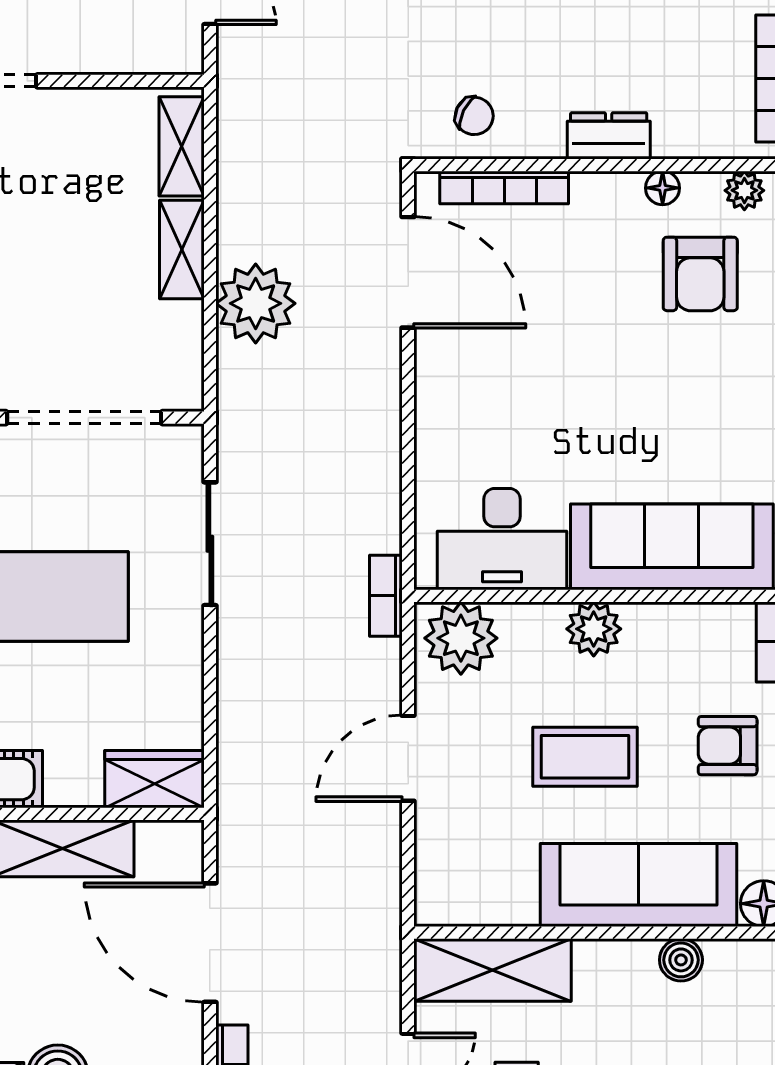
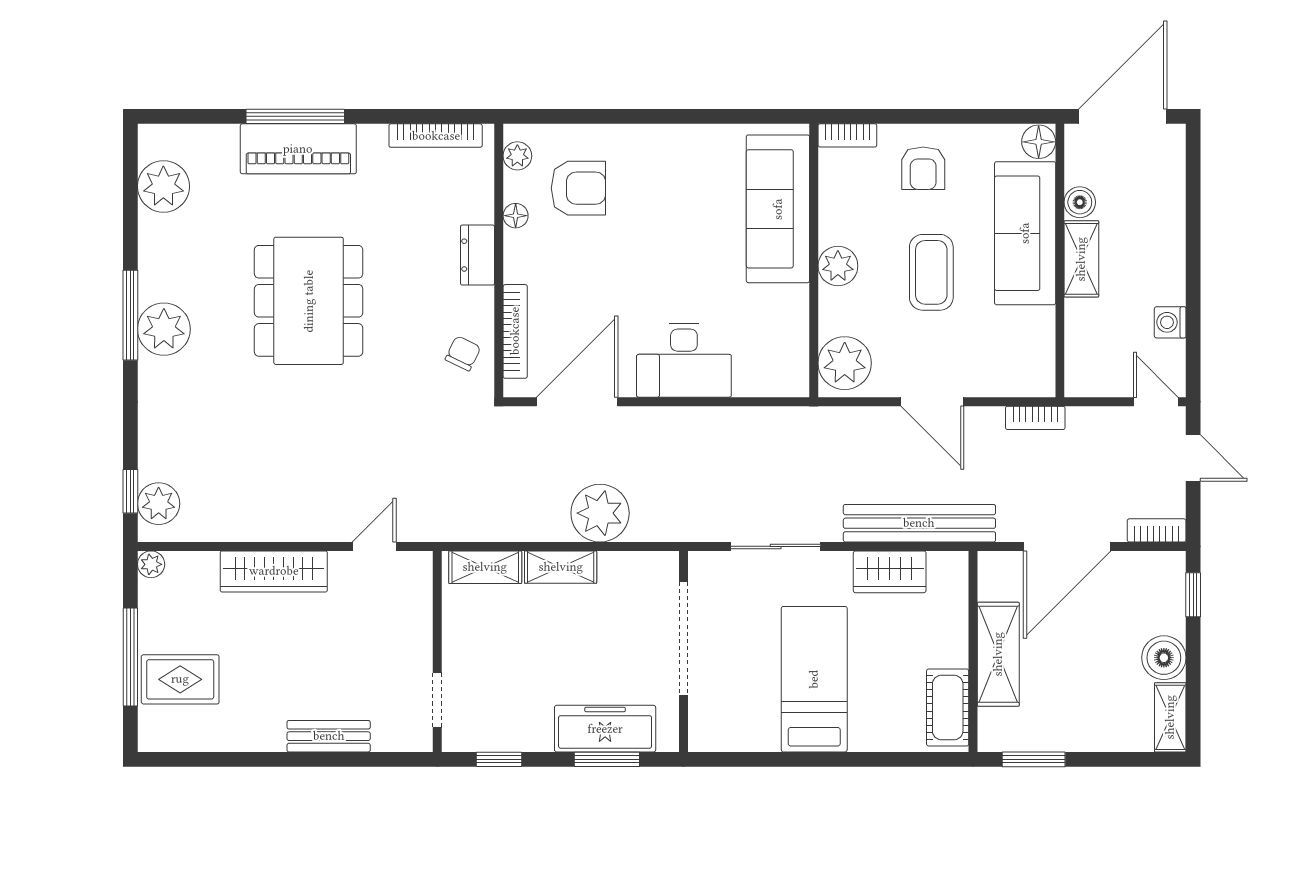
desk: (502, 539) -> (684, 360), moved, turned 90
bookcase: (386, 596) -> (1035, 418), moved
bench: (242, 741) -> (919, 523), added
wardrobe: (154, 779) -> (890, 572), moved, turned -90
shelving: (493, 970) -> (1081, 259), moved, width x0.67, depth x0.75

